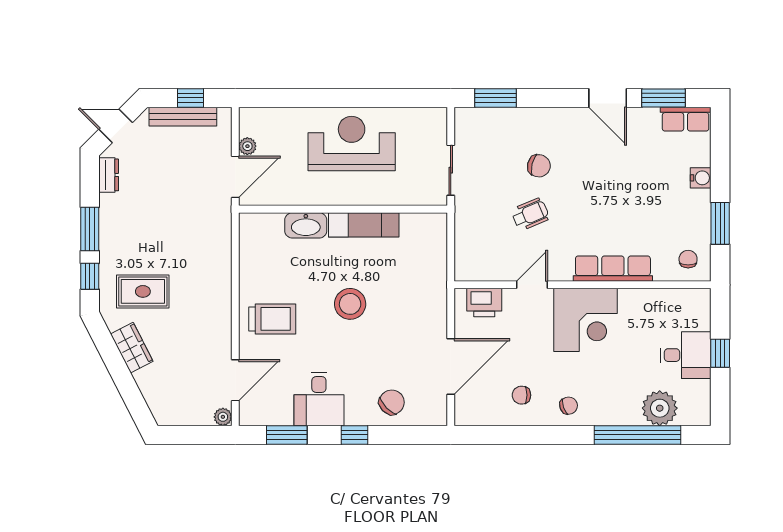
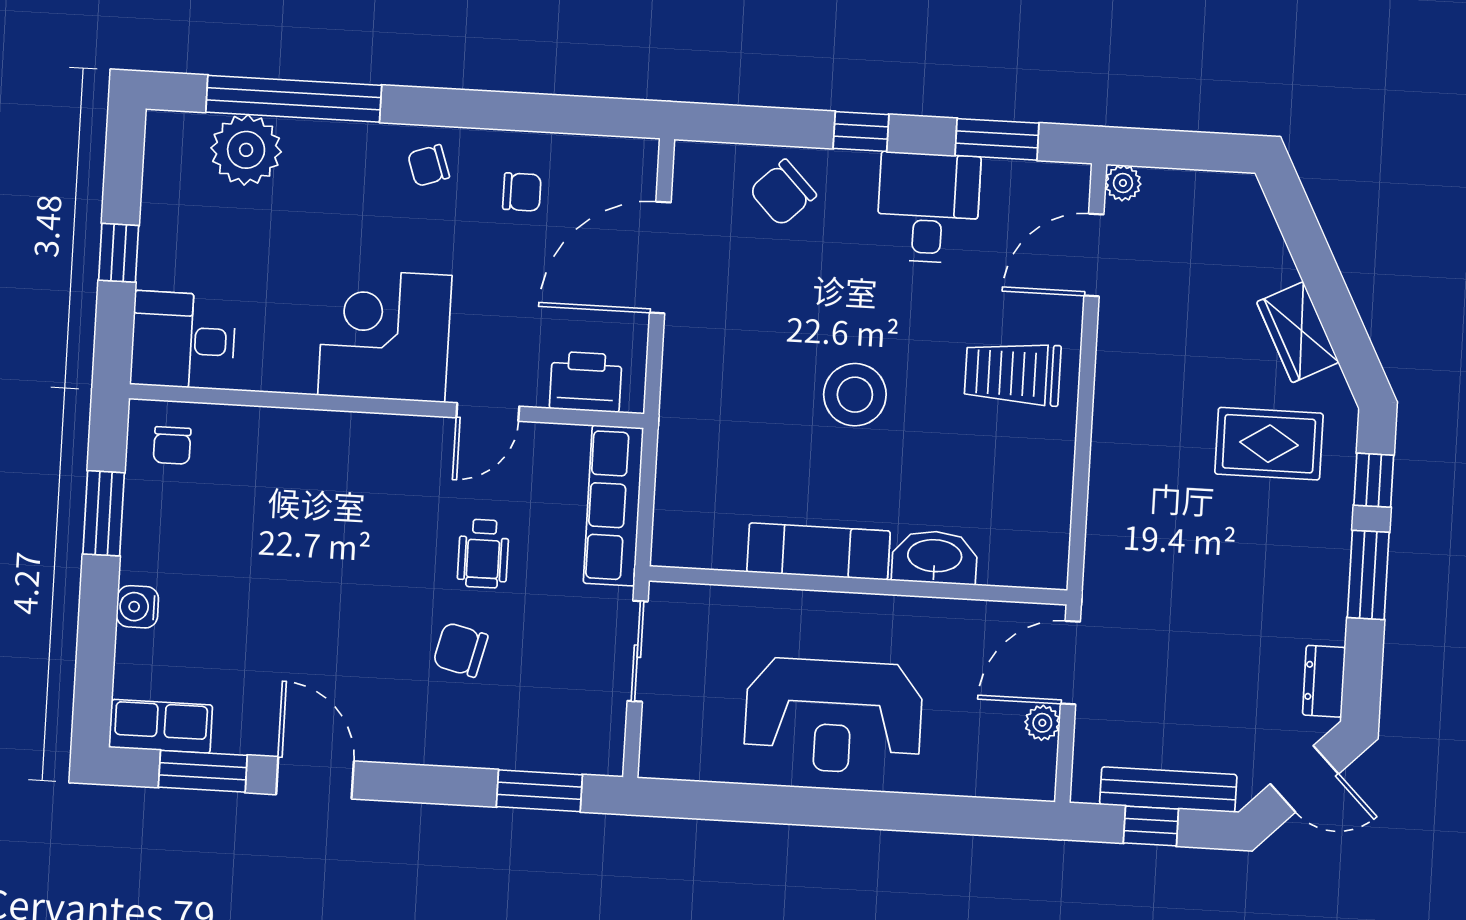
wheelchair: (530, 214) -> (483, 554), turned -67
row of seats: (613, 269) -> (613, 506), moved, turned 90
desk: (686, 355) -> (183, 340), moved

